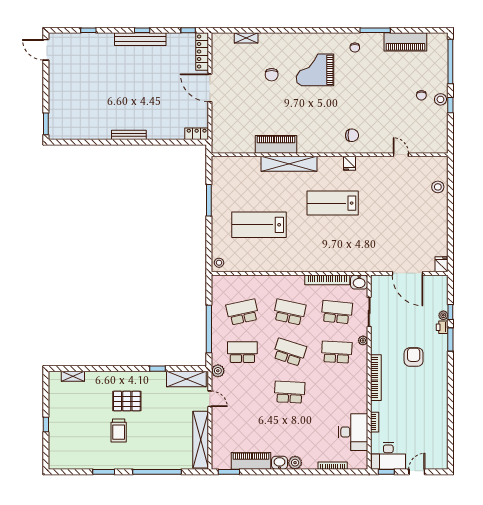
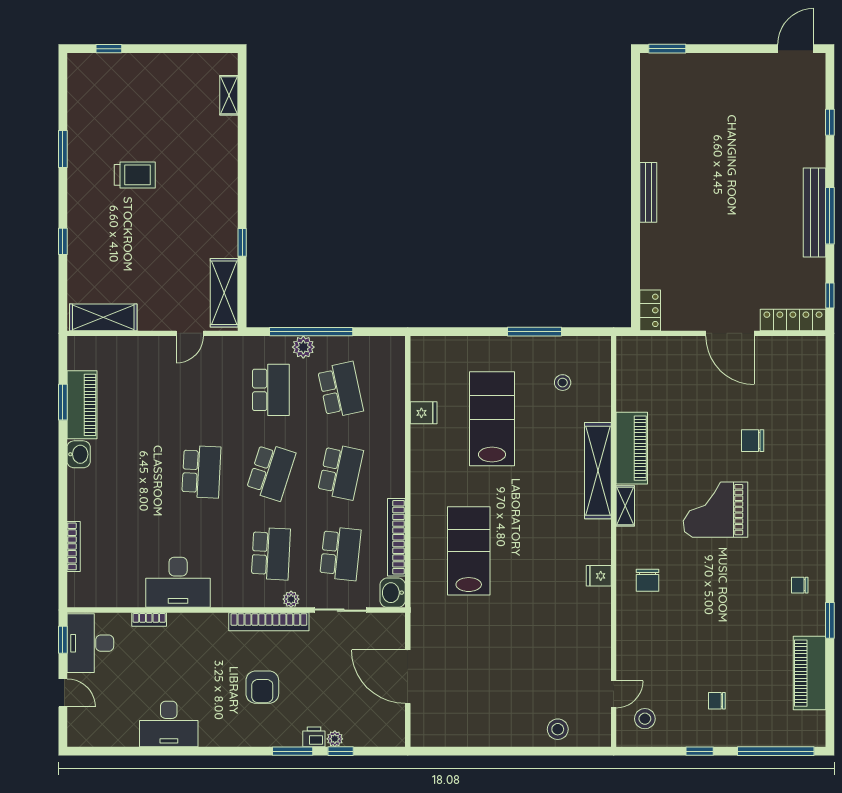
window: (142, 30) -> (830, 216), width x2.17
window: (375, 30) -> (830, 620), width x0.69
shelving: (246, 38) -> (625, 506), moved
grand piano: (315, 70) -> (716, 510), moved, turned -90
door: (210, 88) -> (730, 333), swing flipped
stool: (440, 99) -> (645, 719), moved
door: (401, 155) -> (614, 694), moved
lab bench: (333, 203) -> (469, 551), moved
stool: (219, 263) -> (563, 383), moved
fridge: (442, 264) -> (424, 413), moved
door: (408, 273) -> (408, 677), hinge flipped
armchair: (414, 357) -> (262, 687), turned 90
plant: (218, 371) -> (303, 347), moved
bookcase: (376, 378) -> (269, 622), moved
pallet: (127, 401) -> (186, 189), removed
desk: (435, 411) -> (169, 724), added
window: (46, 425) -> (109, 49), moved
trolley: (119, 430) -> (135, 175), turned 180
desk: (353, 432) -> (178, 582), moved
shelving: (201, 440) -> (103, 317), width x0.68
plant: (295, 463) -> (79, 481), removed
window: (157, 472) -> (63, 241), width x0.32
window: (229, 472) -> (63, 402), moved

